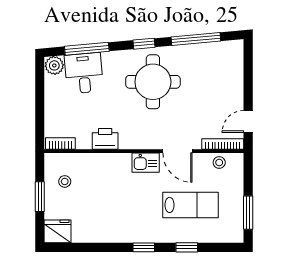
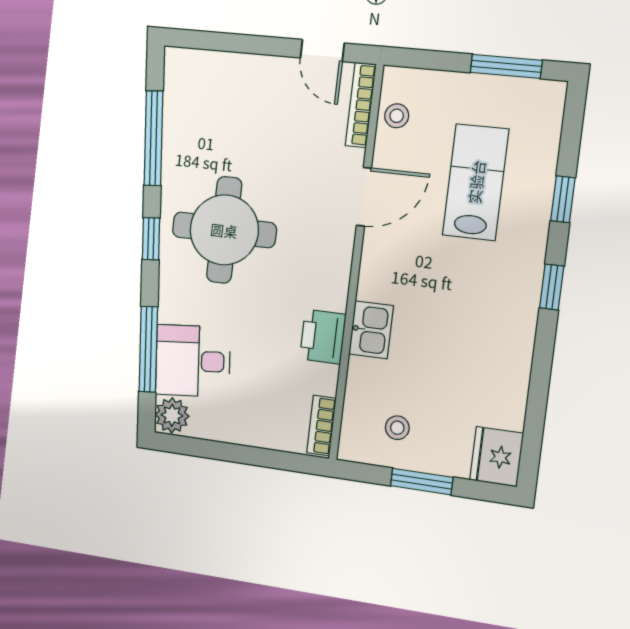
kitchen sink: (146, 163) -> (371, 330), moved

